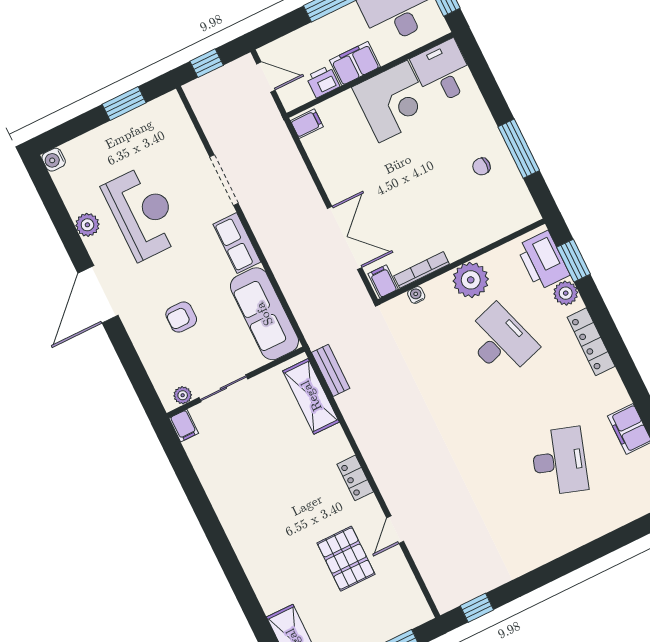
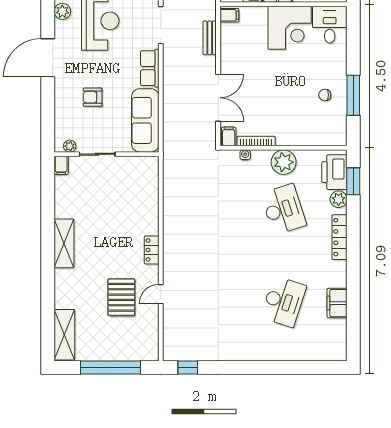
bench: (331, 370) -> (210, 38), moved
shelving: (311, 396) -> (64, 243), moved

